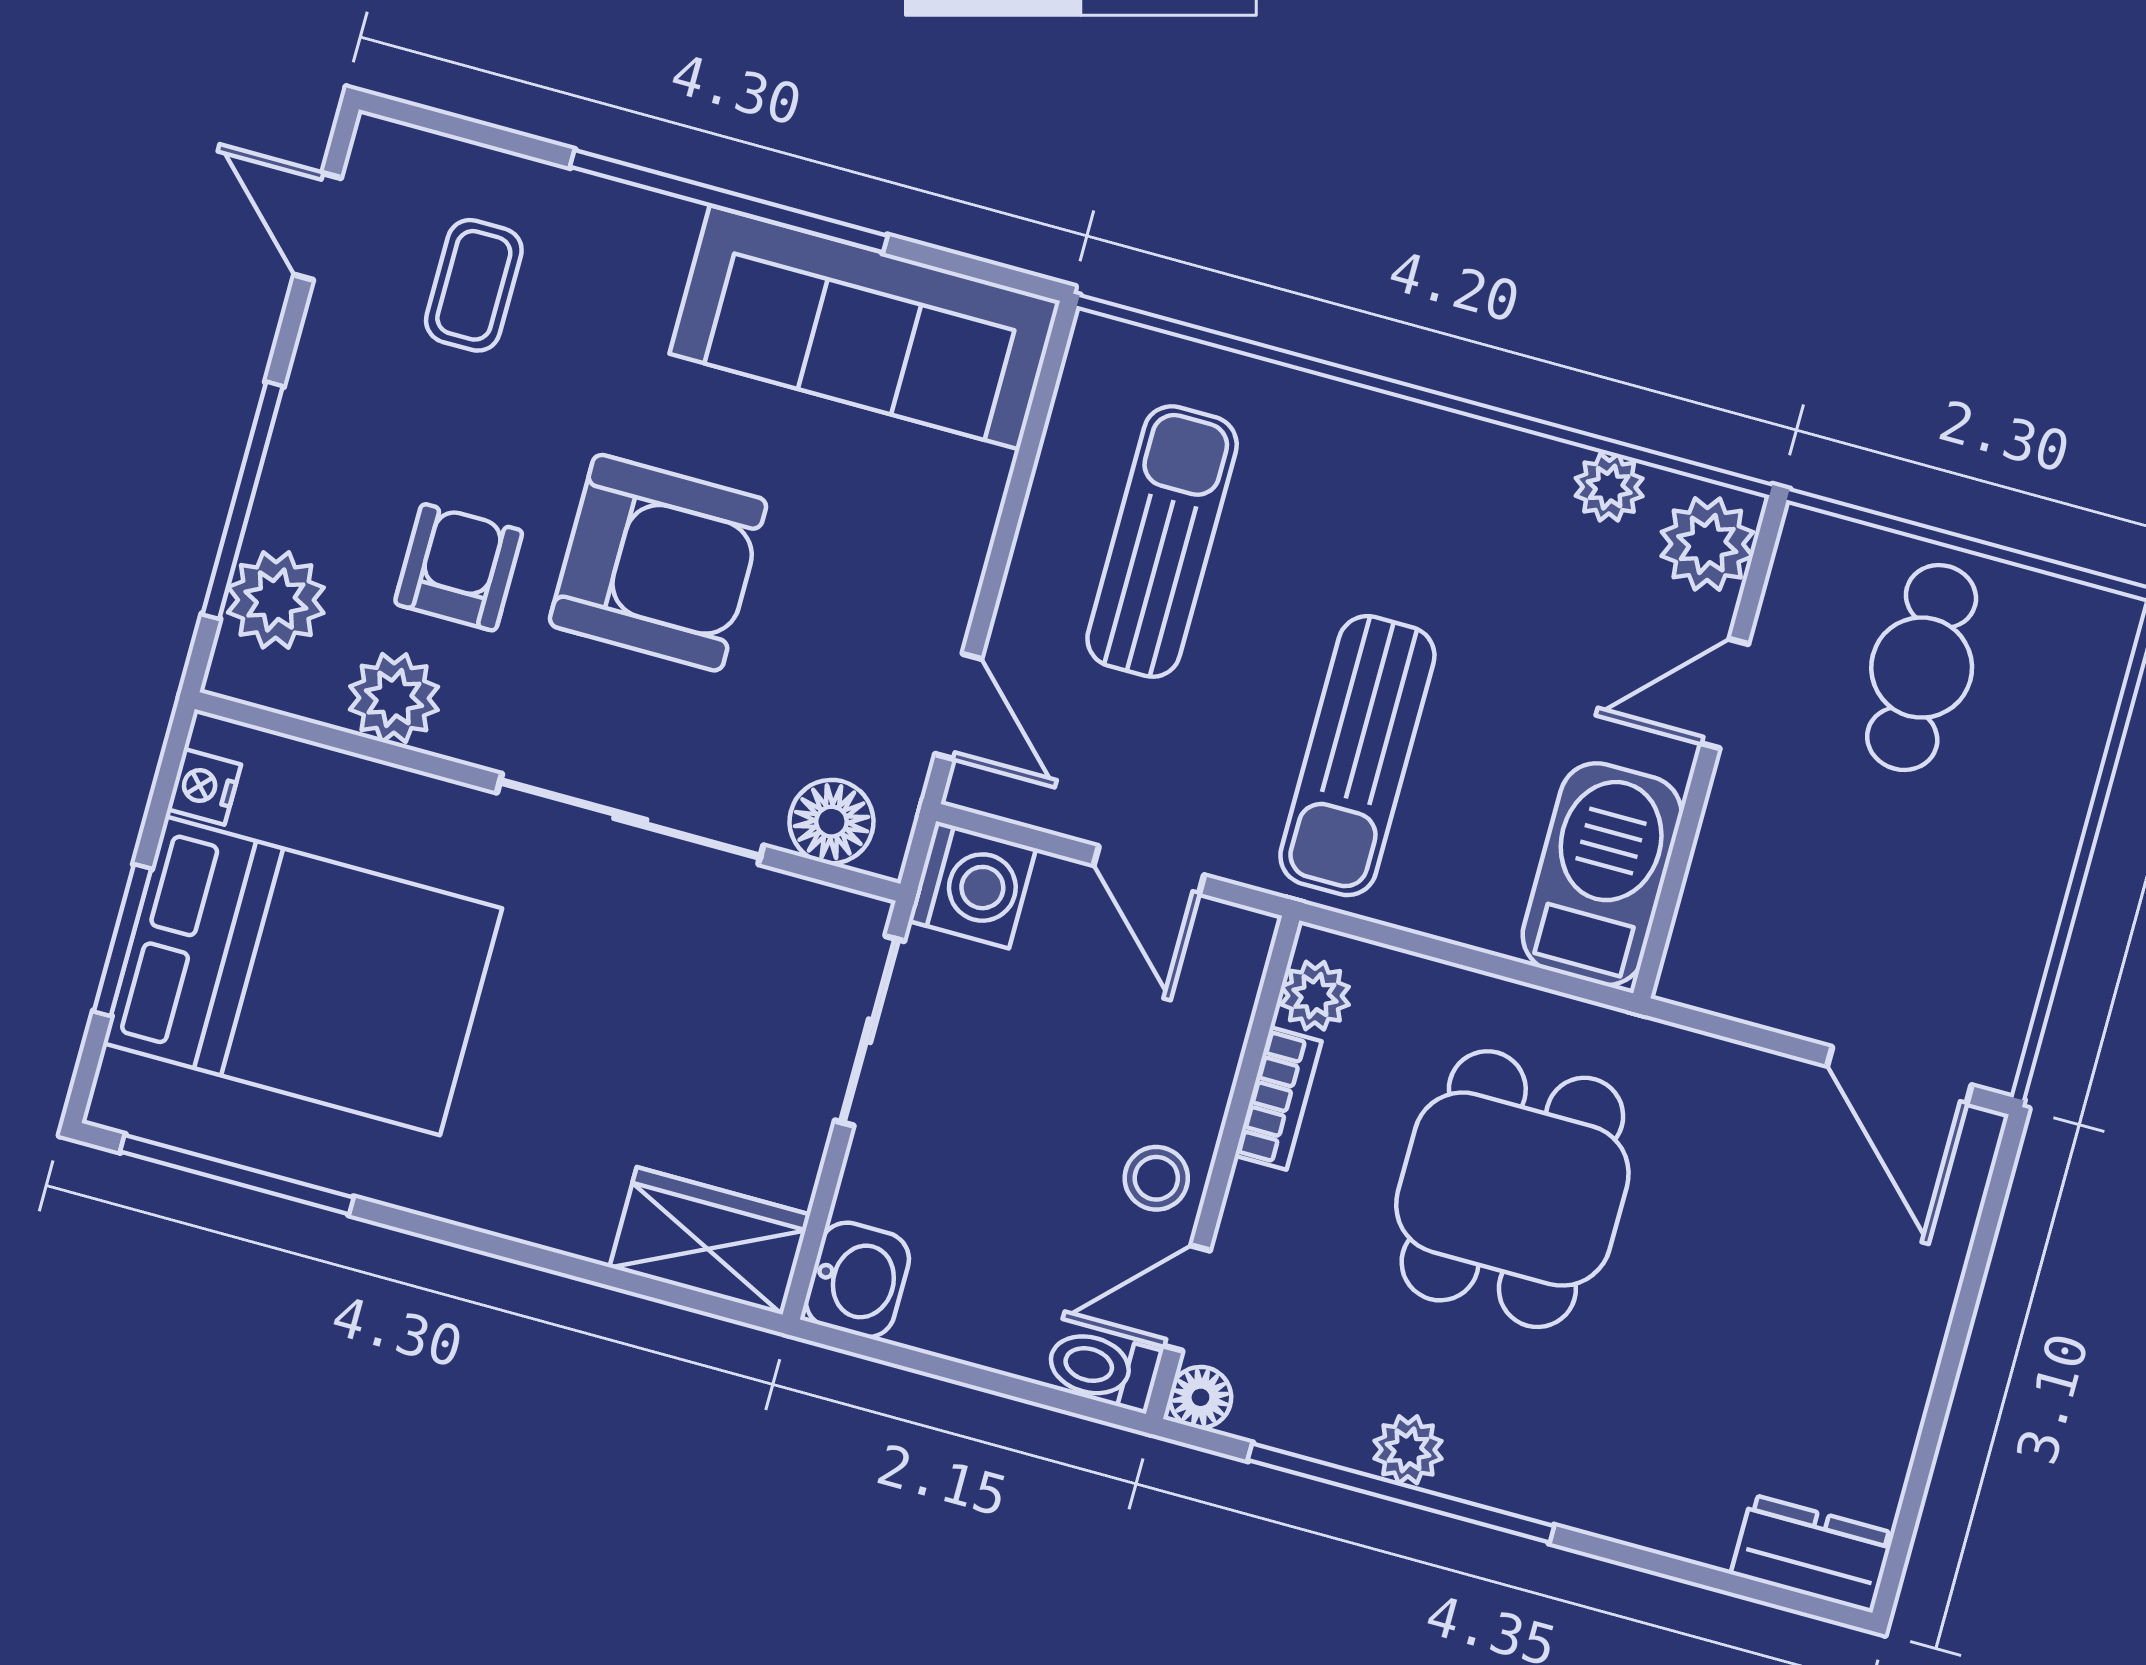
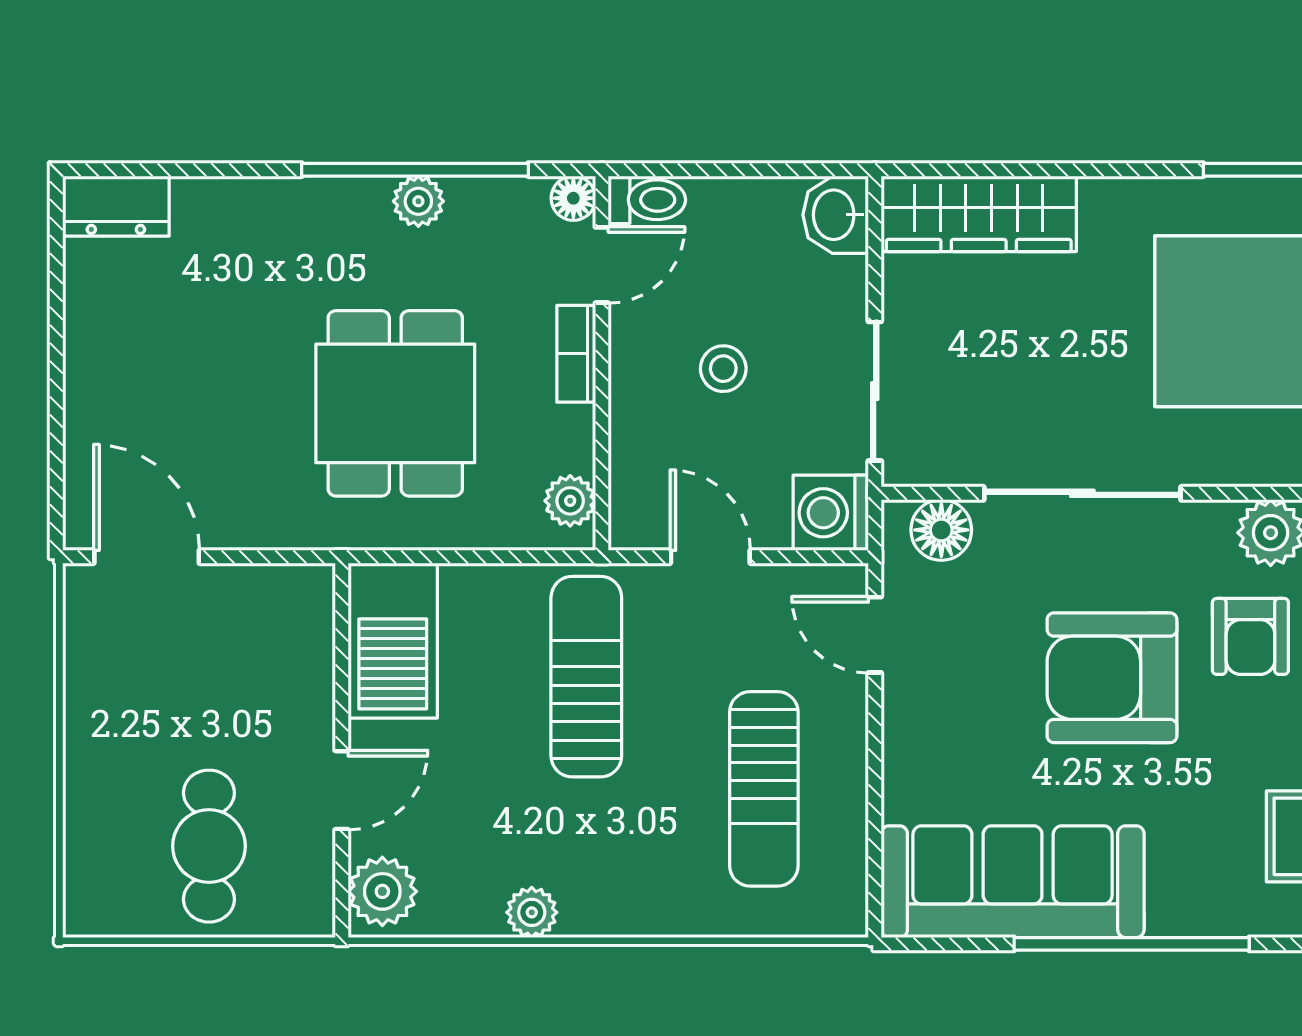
plant: (1609, 487) -> (532, 912), moved
bookcase: (1278, 1098) -> (576, 354), moved
stool: (1156, 1178) -> (723, 369), moved
wardrobe: (710, 1241) -> (979, 214), width x1.50

